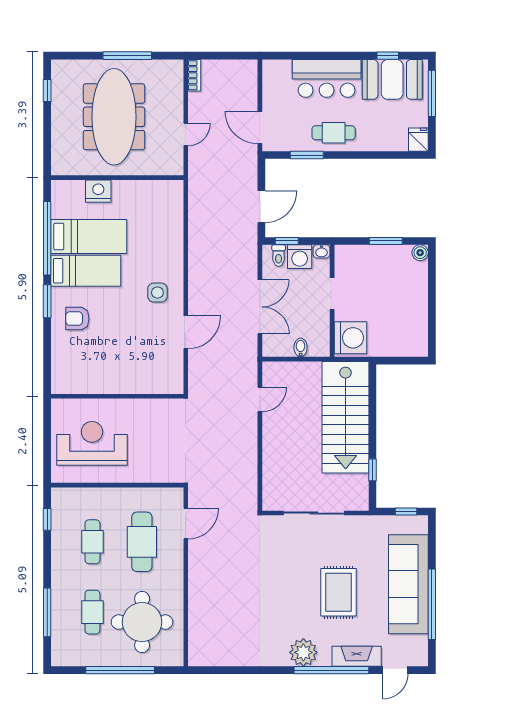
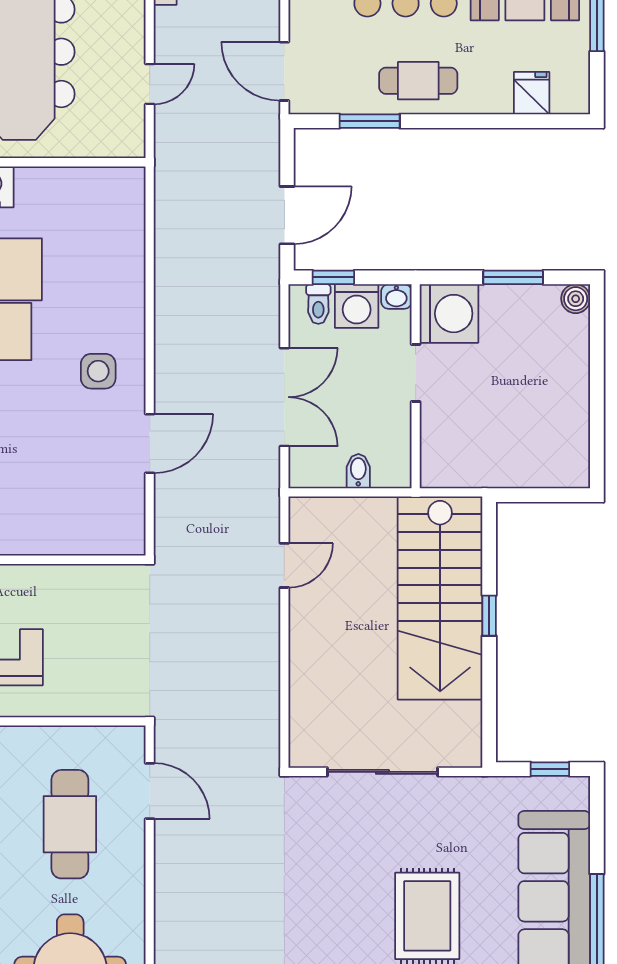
fridge: (418, 140) -> (532, 93), moved
washing machine: (350, 338) -> (449, 314), moved
window: (373, 470) -> (489, 616), moved
door: (186, 524) -> (150, 791), hinge flipped

